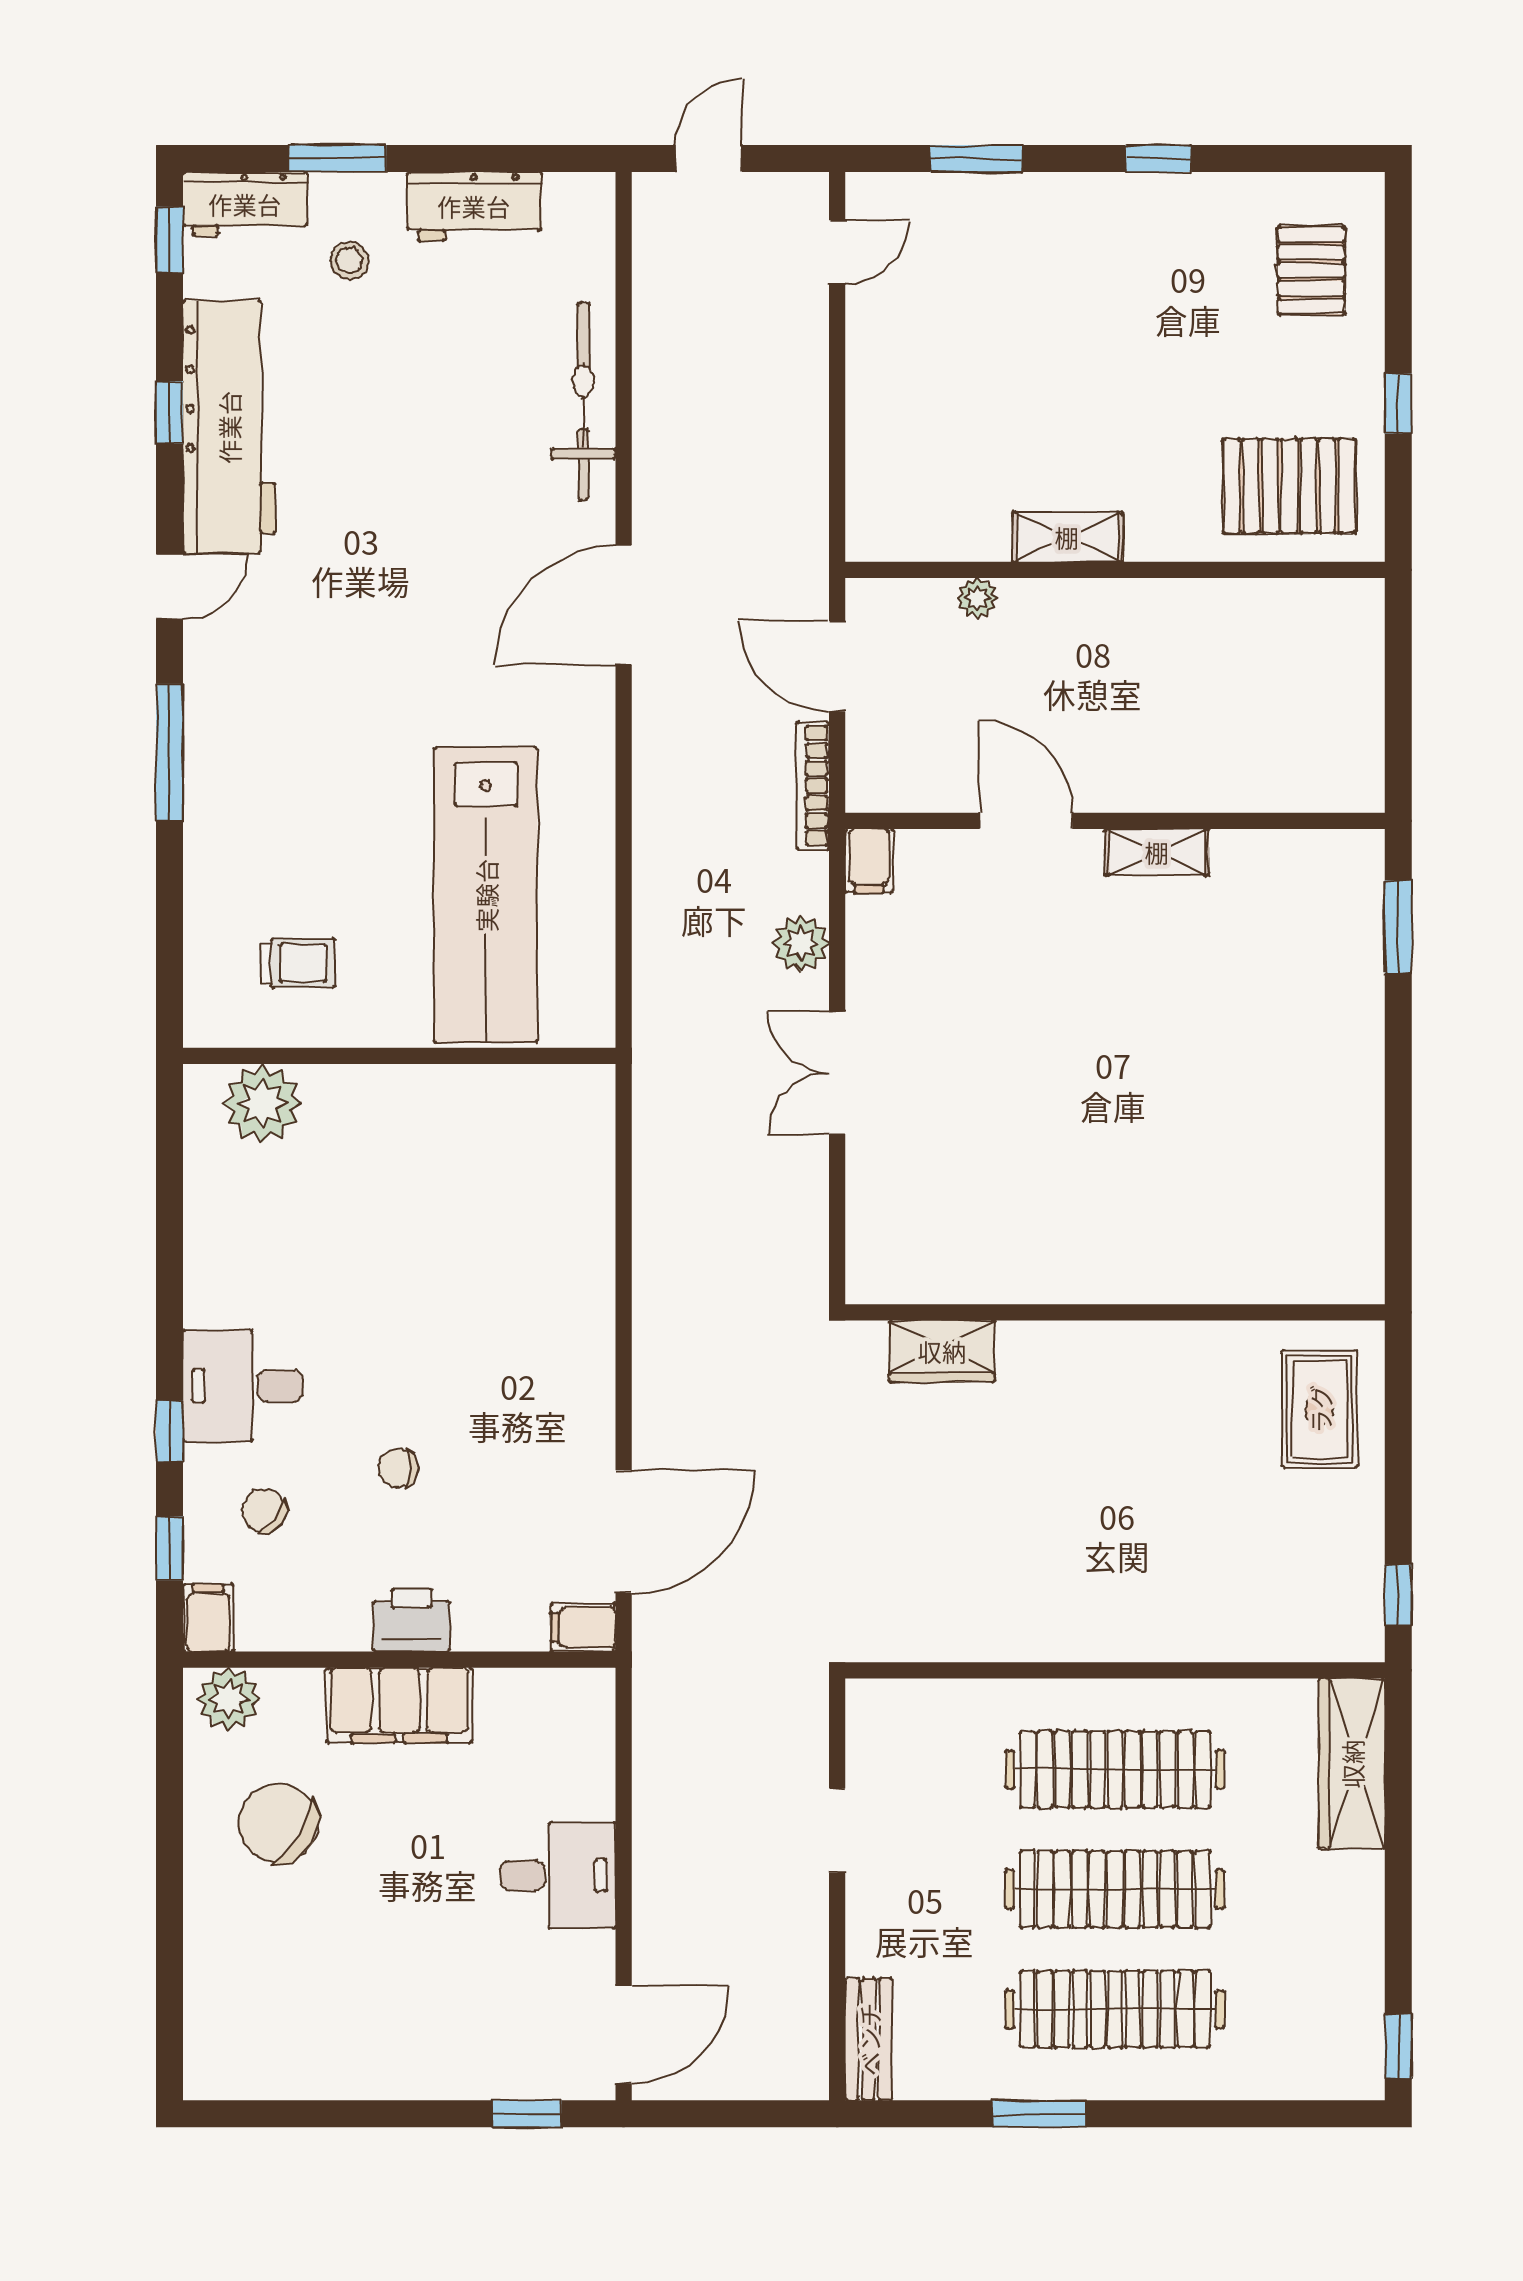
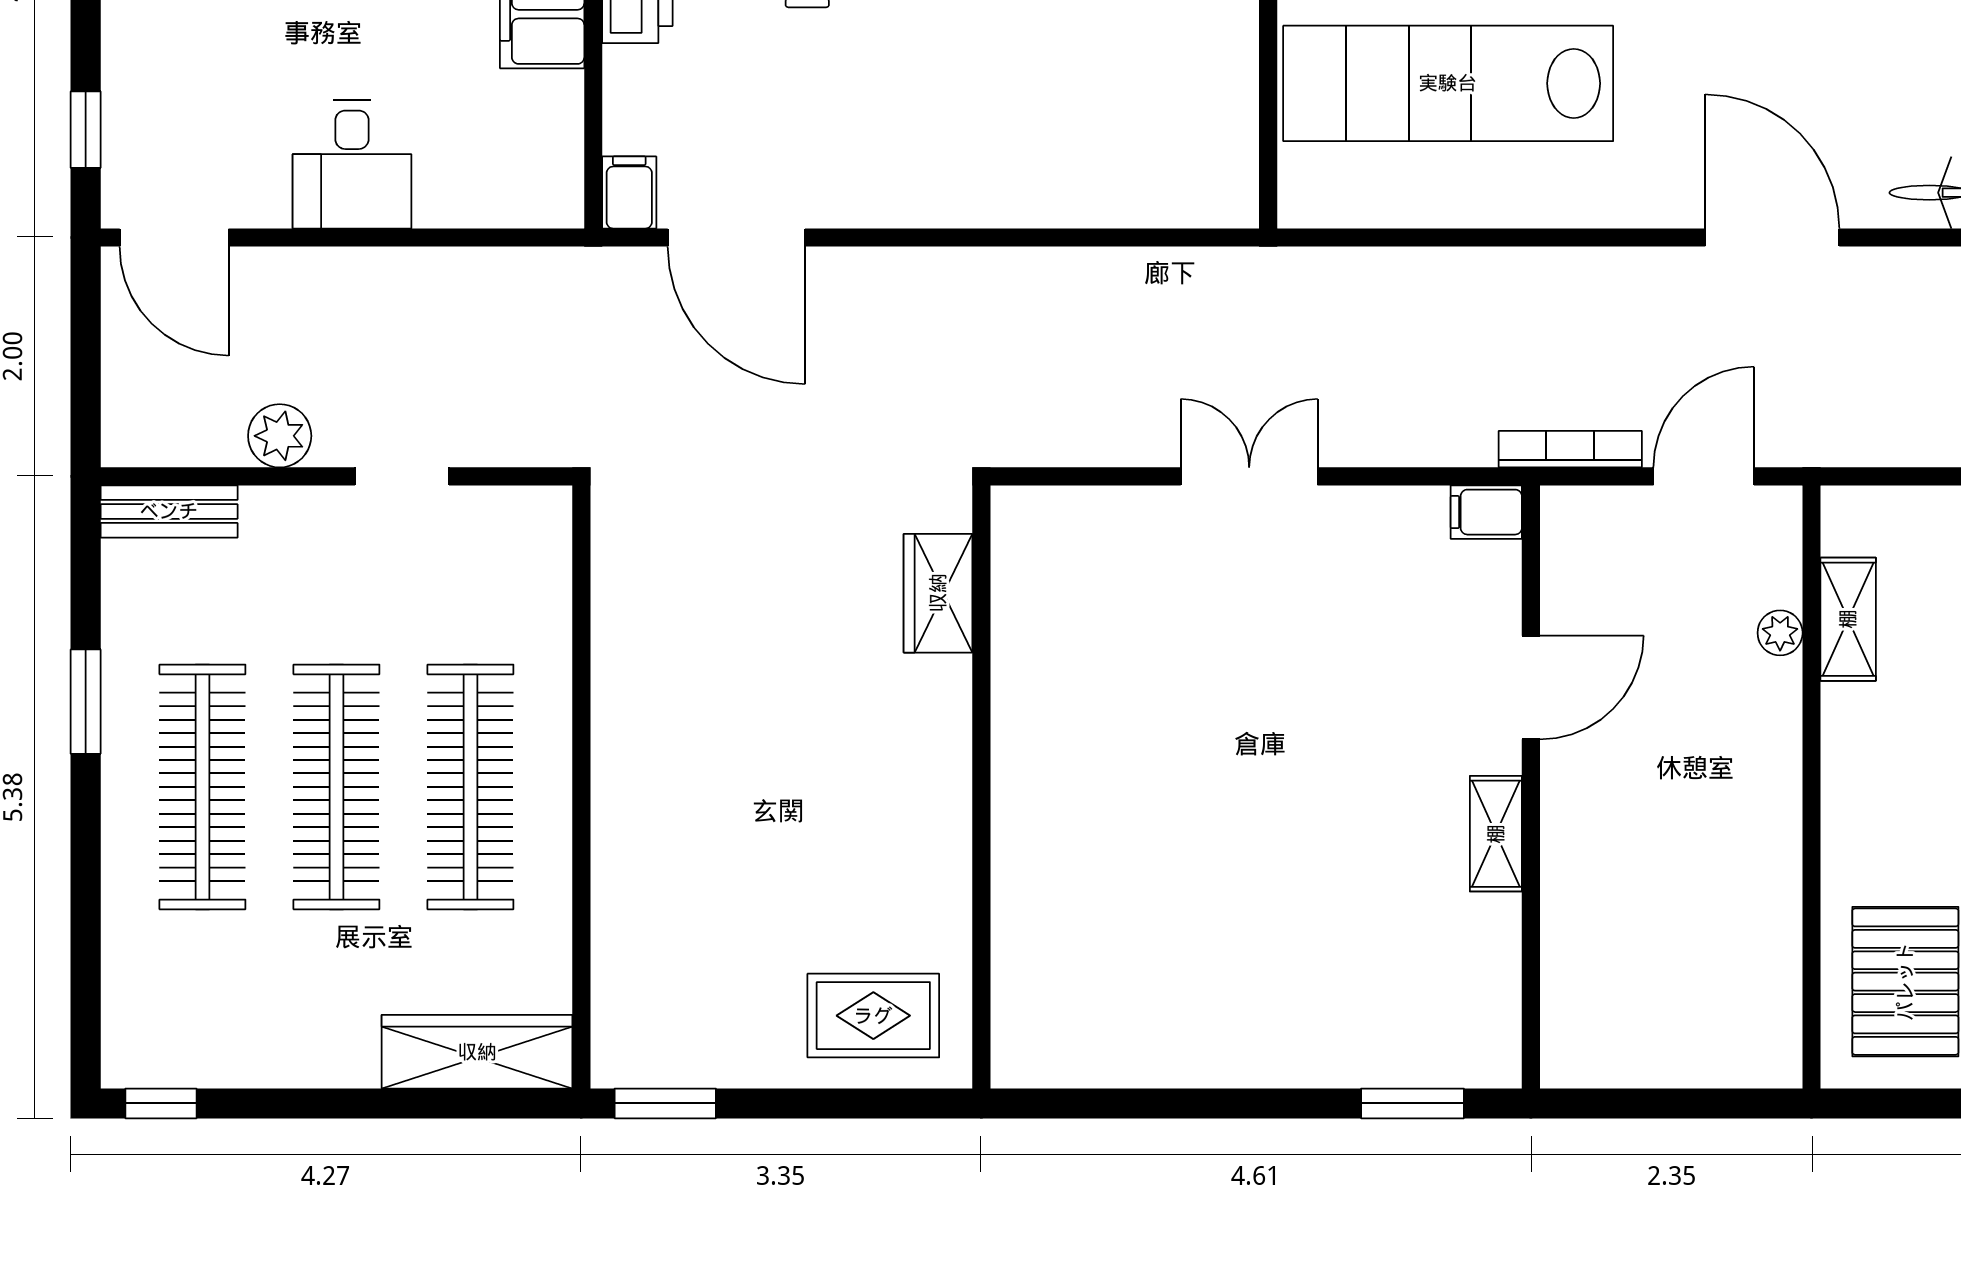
shelving: (1067, 537) -> (1848, 619), moved
plant: (801, 944) -> (280, 436), moved
window: (1398, 1595) -> (665, 1103), width x1.50

